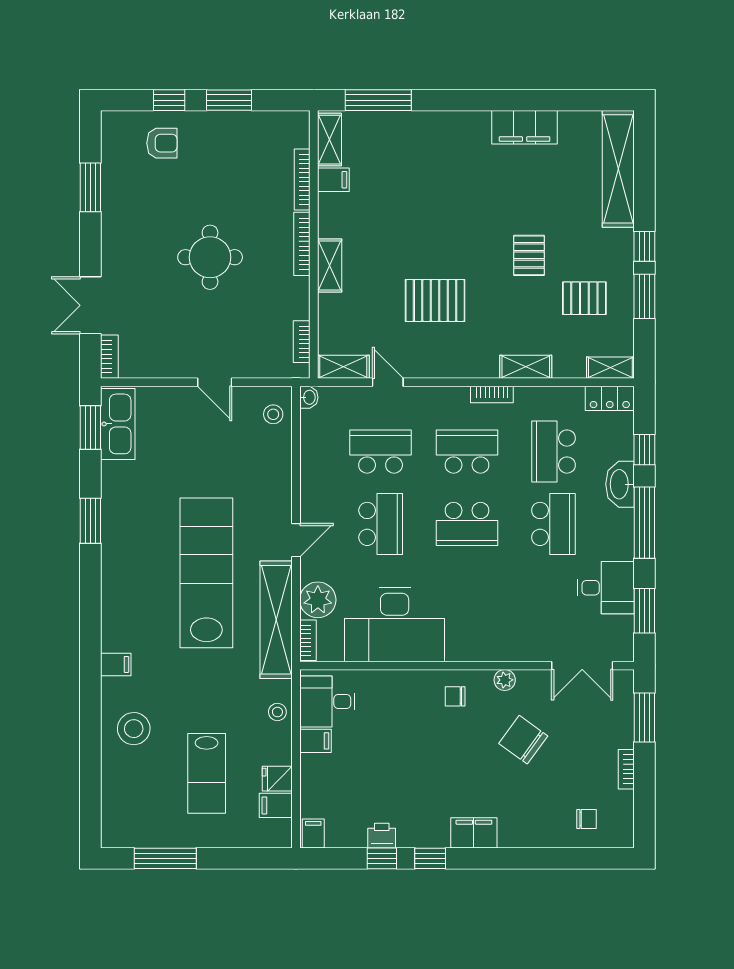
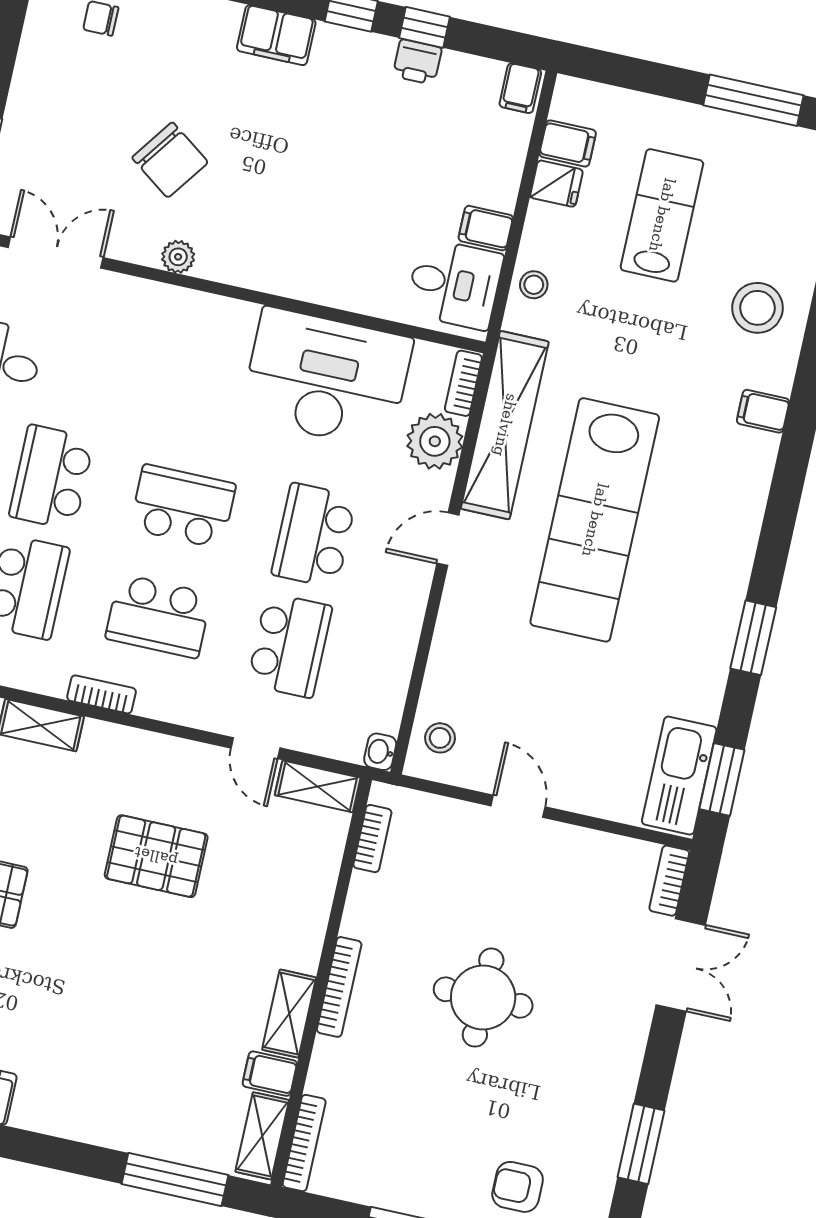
bookcase: (302, 179) -> (304, 1143), moved
shelving: (330, 266) -> (289, 1014), moved
school desk: (381, 452) -> (290, 645), turned -90
chair: (455, 696) -> (259, 249), removed
bookcase: (626, 769) -> (24, 80), removed

